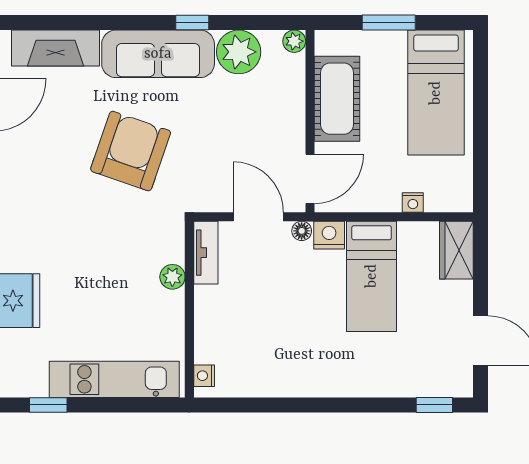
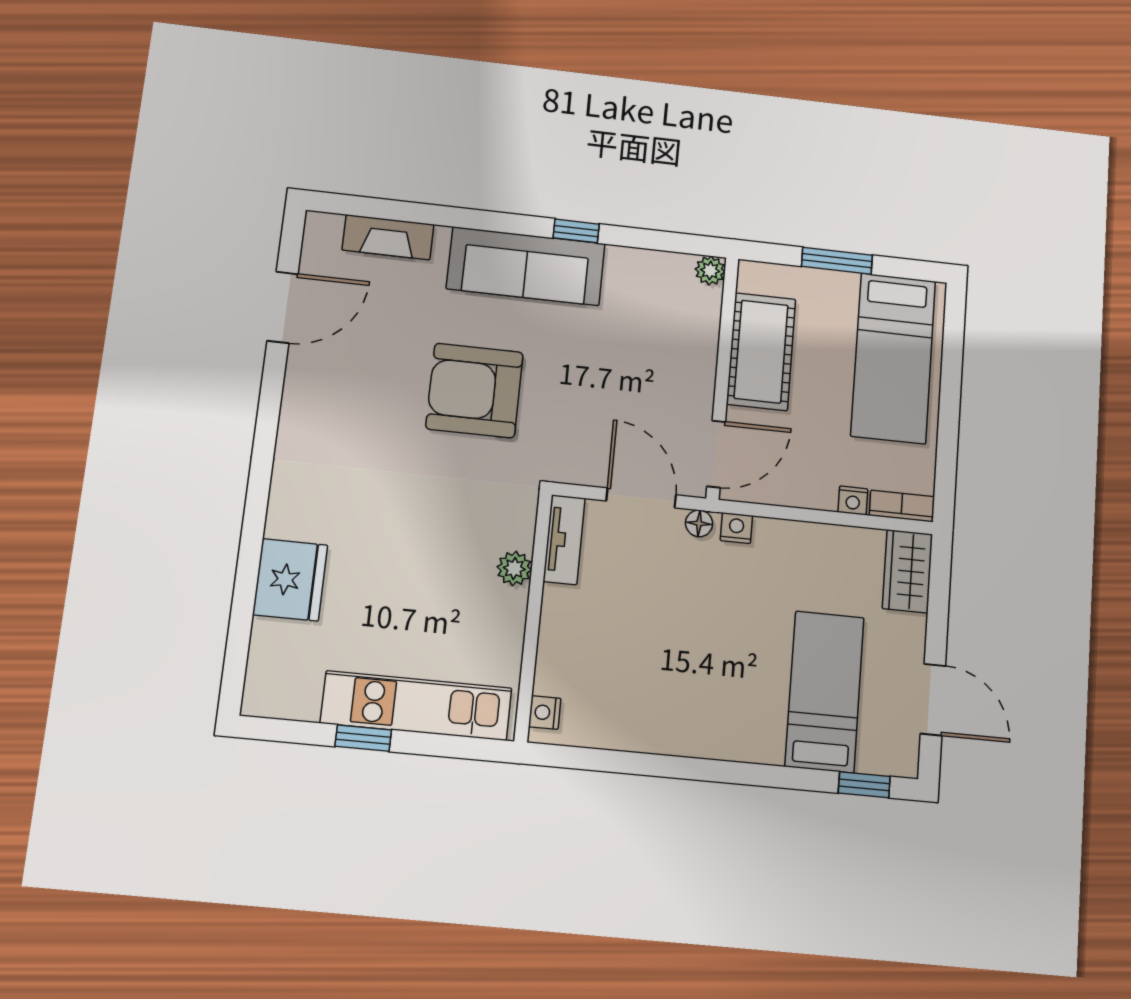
fireplace: (55, 48) -> (388, 237), width x0.73, depth x0.76
plant: (239, 52) -> (635, 276), removed
armchair: (131, 151) -> (475, 391), turned -109
bookcase: (449, 203) -> (902, 506), added
nightstand: (329, 235) -> (736, 528), width x0.72, depth x0.74
bed: (372, 276) -> (825, 692), moved, turned 180
window: (48, 405) -> (363, 738), moved

